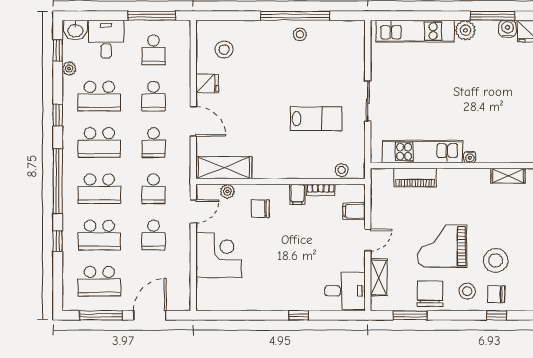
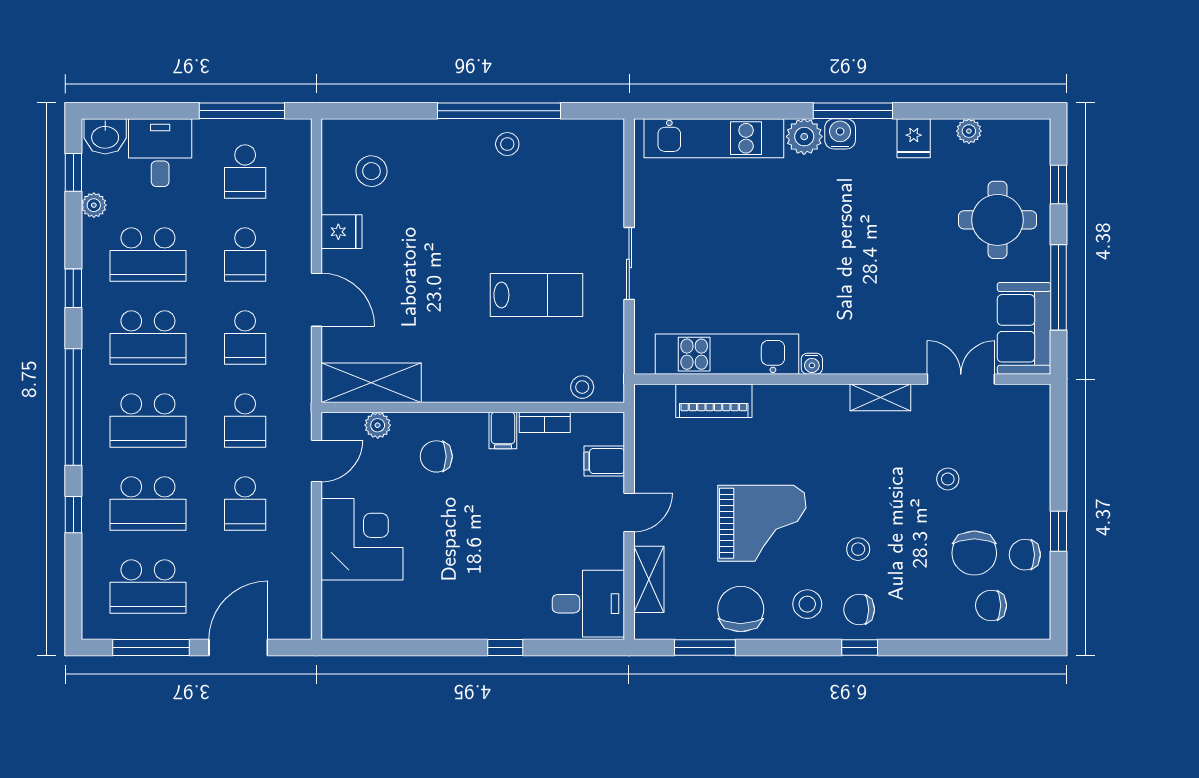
water cooler: (507, 29) -> (840, 134), moved
grand piano: (442, 246) -> (762, 523), turned 180
stool: (496, 260) -> (858, 549), width x0.53, depth x0.53

